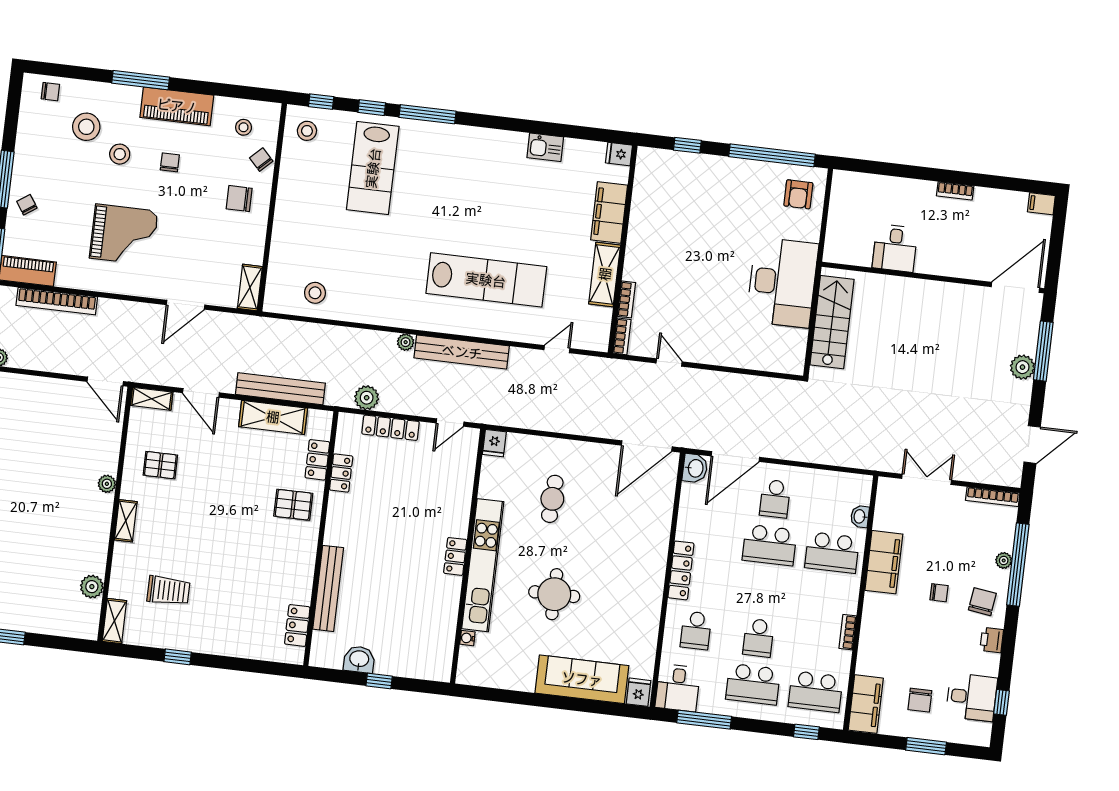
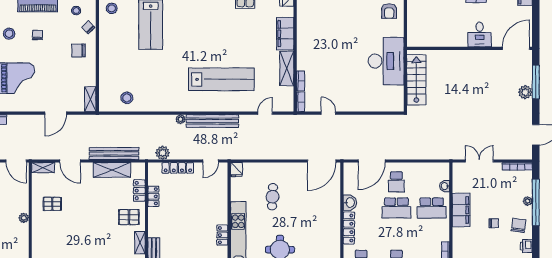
desk: (895, 248) -> (480, 34), moved
washbasin: (695, 468) -> (350, 203), moved
shelving: (126, 521) -> (140, 243), moved

